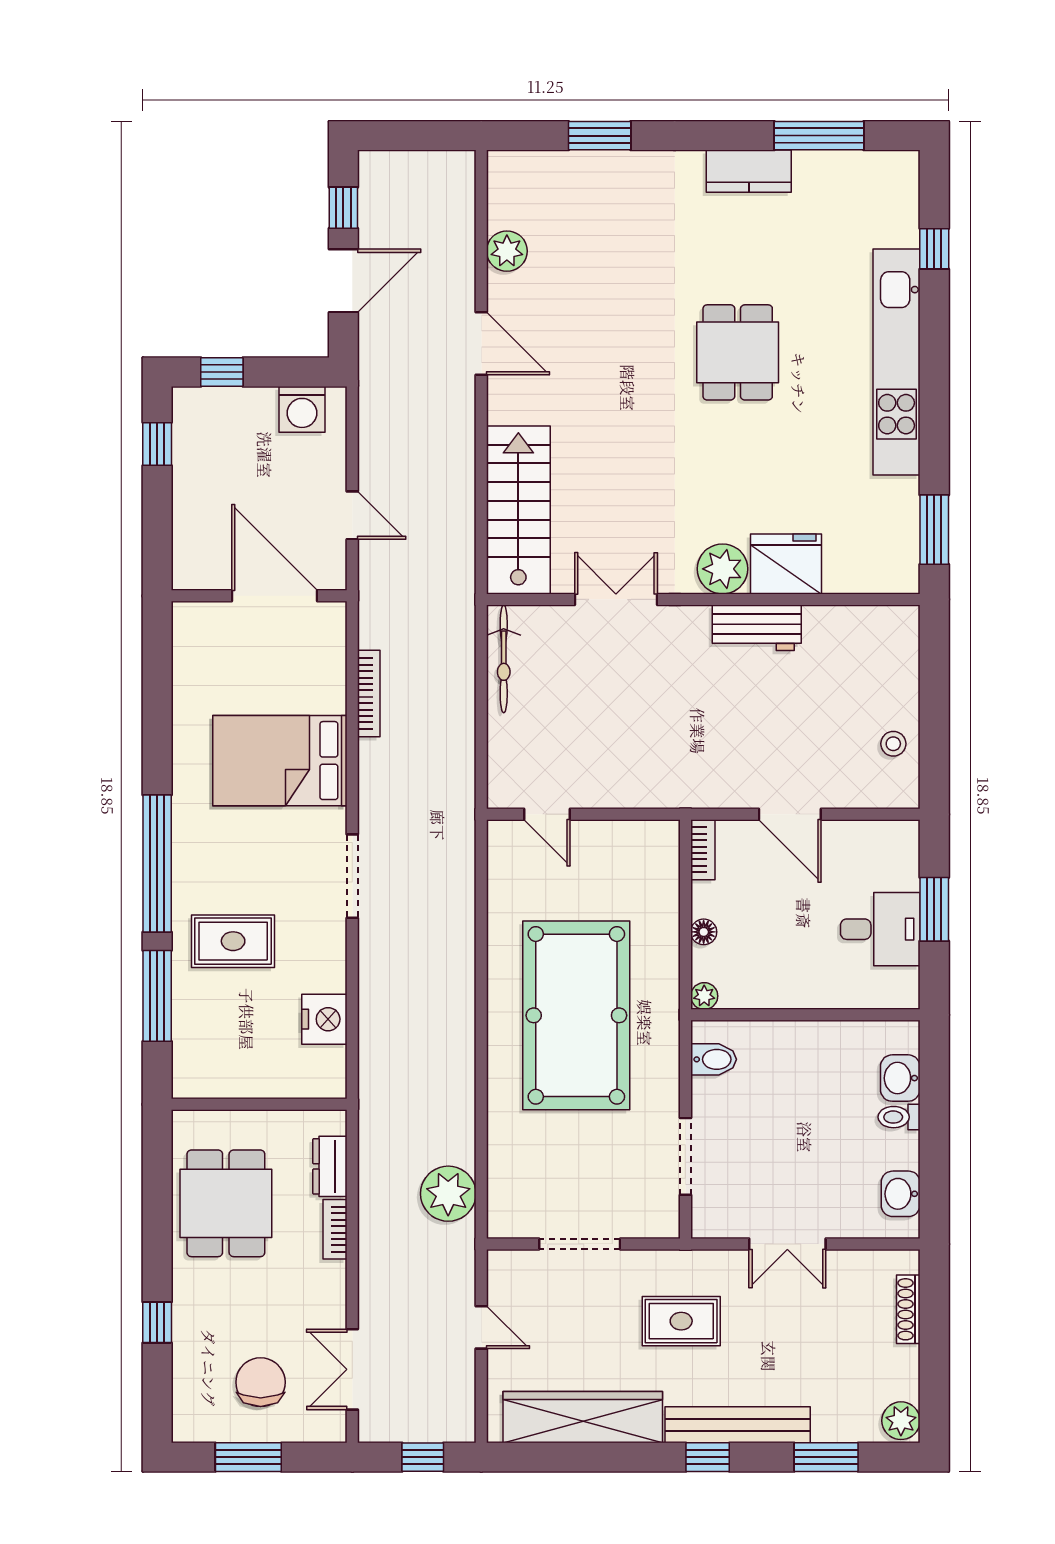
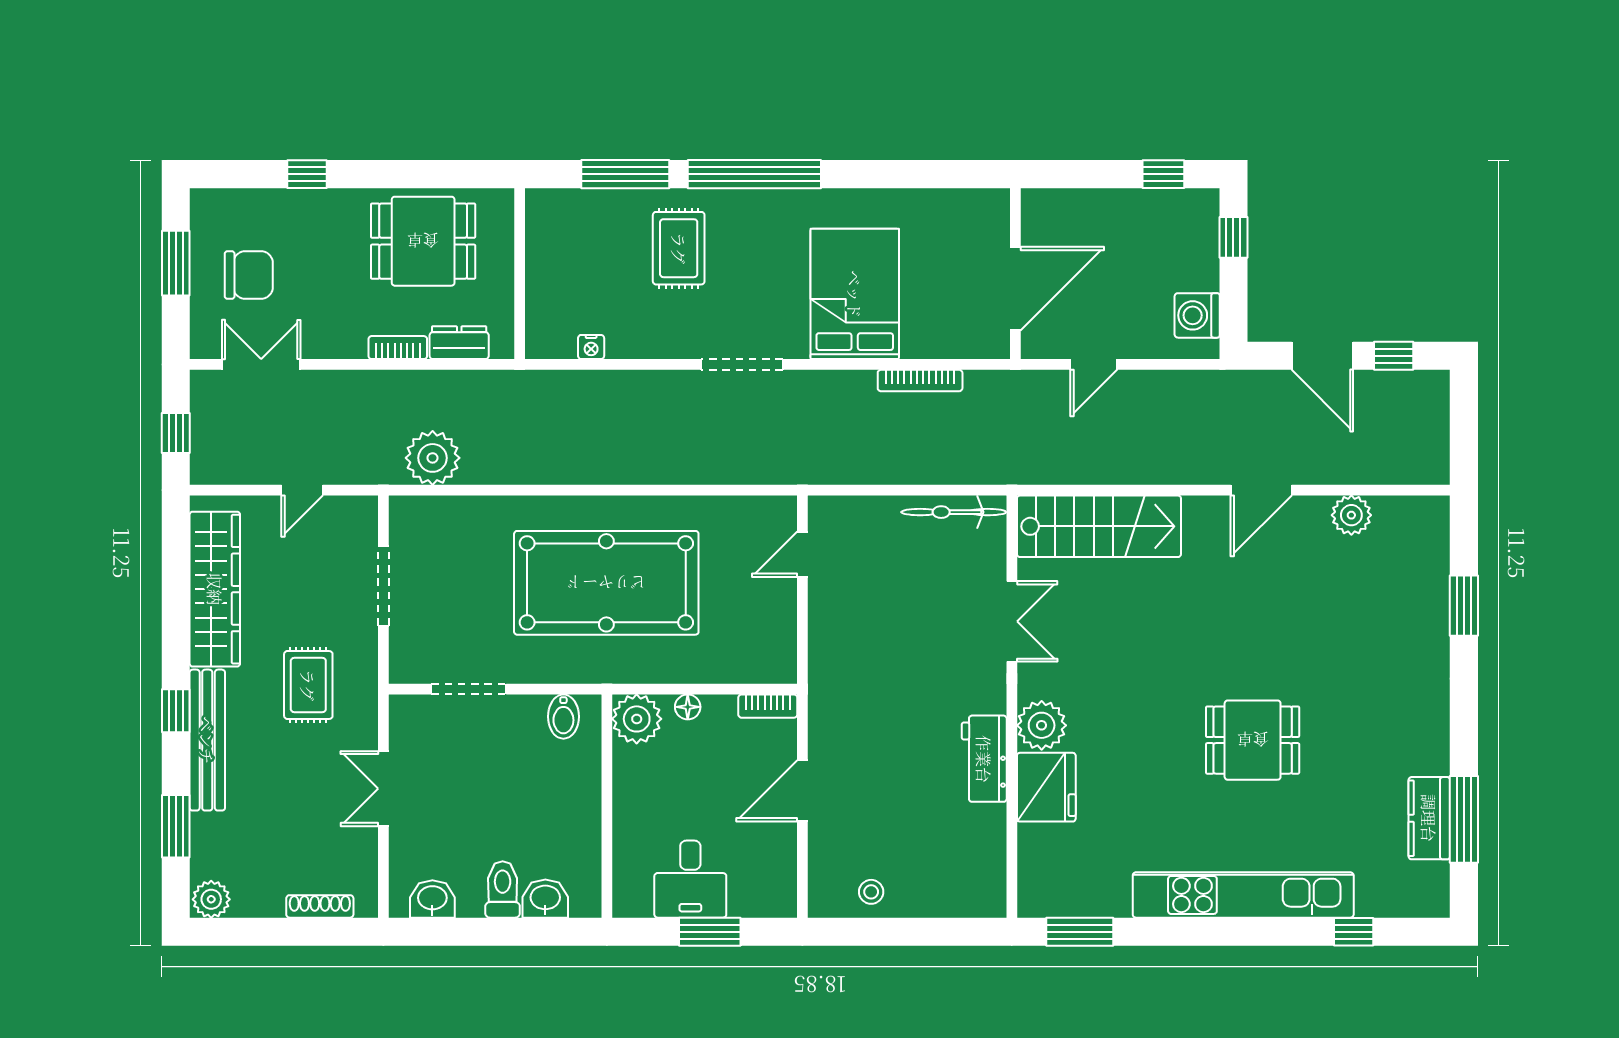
kitchen counter: (749, 171) -> (1429, 818), moved
plant: (704, 996) -> (637, 719), width x1.88, depth x1.88
nightstand: (324, 1019) -> (591, 347), width x0.53, depth x0.56
toilet: (899, 1117) -> (503, 890), width x1.37, depth x1.39

